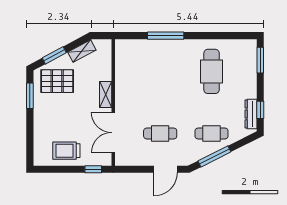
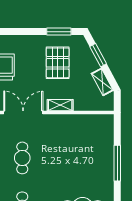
pallet: (57, 81) -> (58, 63), moved

